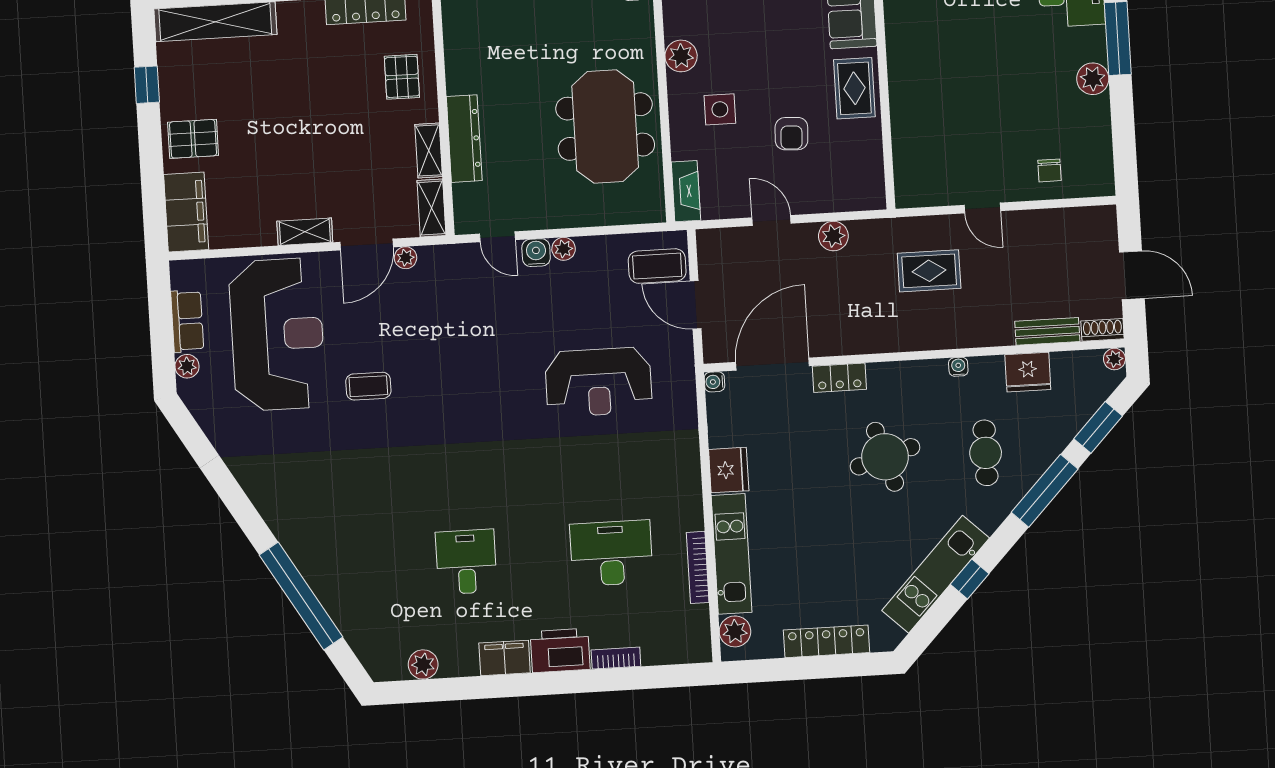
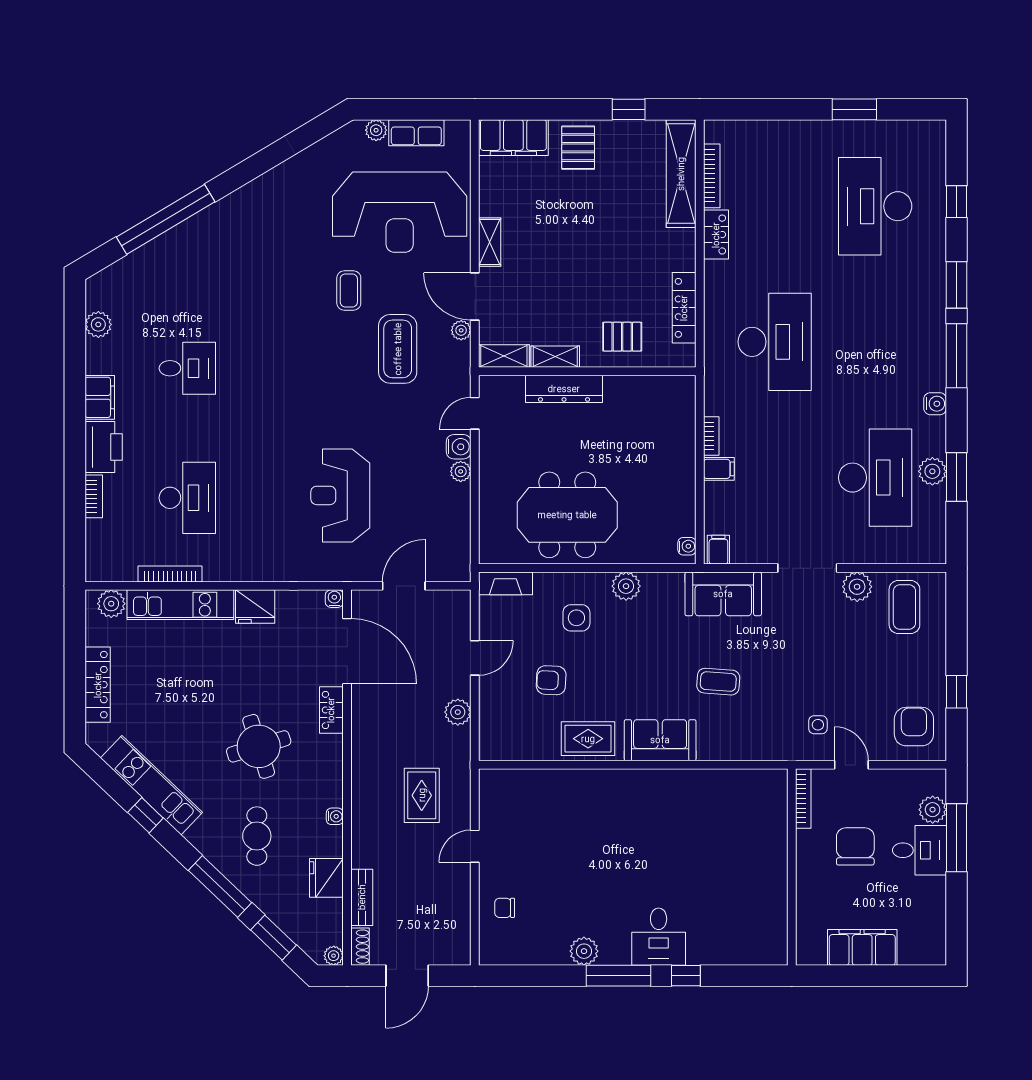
coffee table: (657, 266) -> (398, 349), moved, width x1.36, depth x1.32
cafe table: (986, 453) -> (257, 836), turned 90

